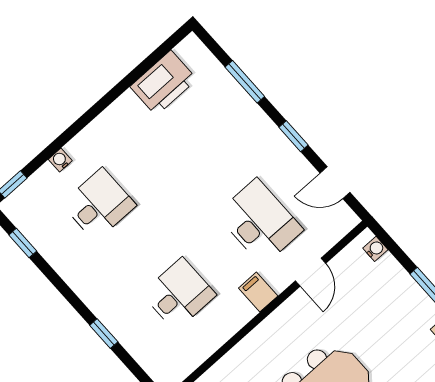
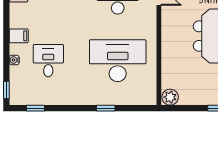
filing cabinet: (258, 292) -> (19, 36), moved, turned 180
desk: (179, 294) -> (118, 61), width x1.87, depth x1.30

